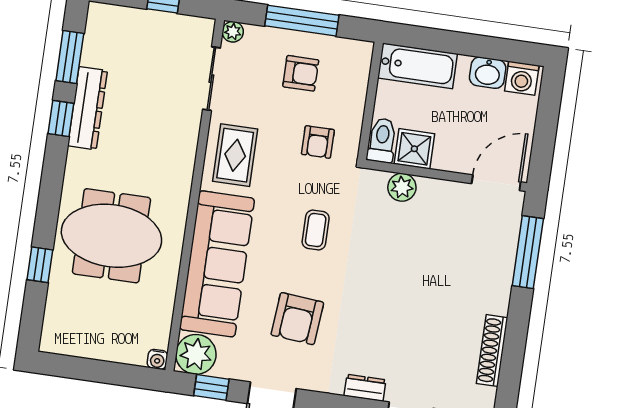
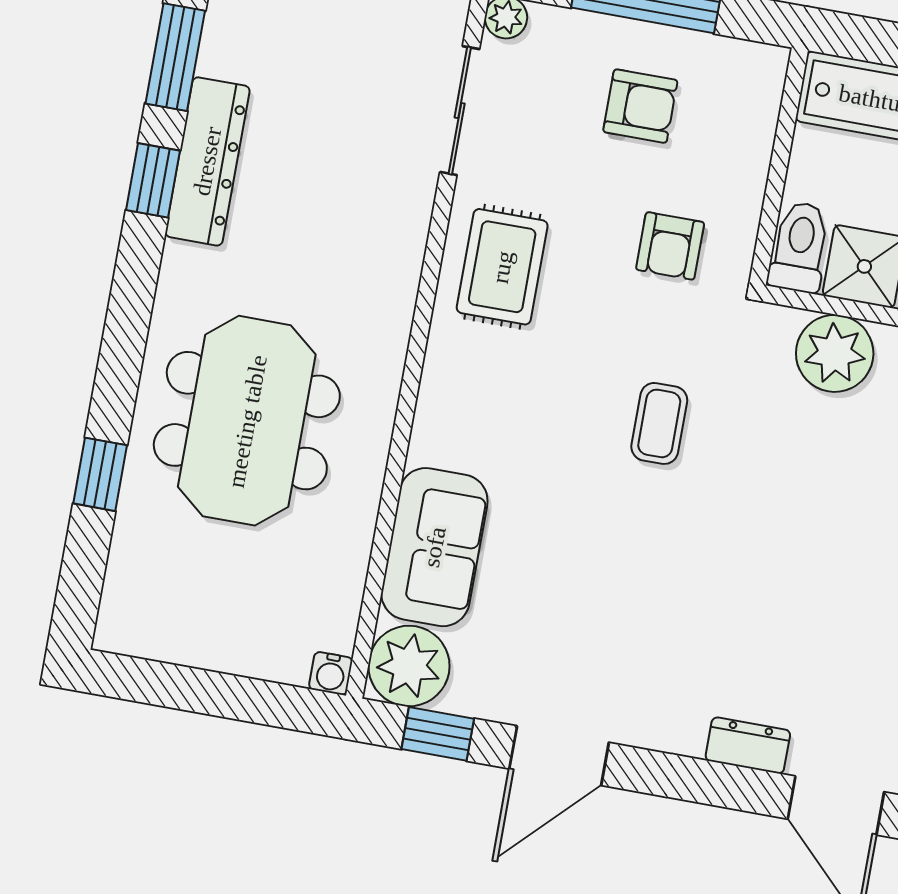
plant: (402, 187) -> (835, 353), width x1.36, depth x1.36
meeting table: (111, 236) -> (247, 421), turned 90
sofa: (217, 264) -> (434, 547), width x0.54, depth x0.79
armchair: (297, 319) -> (616, 601), removed

